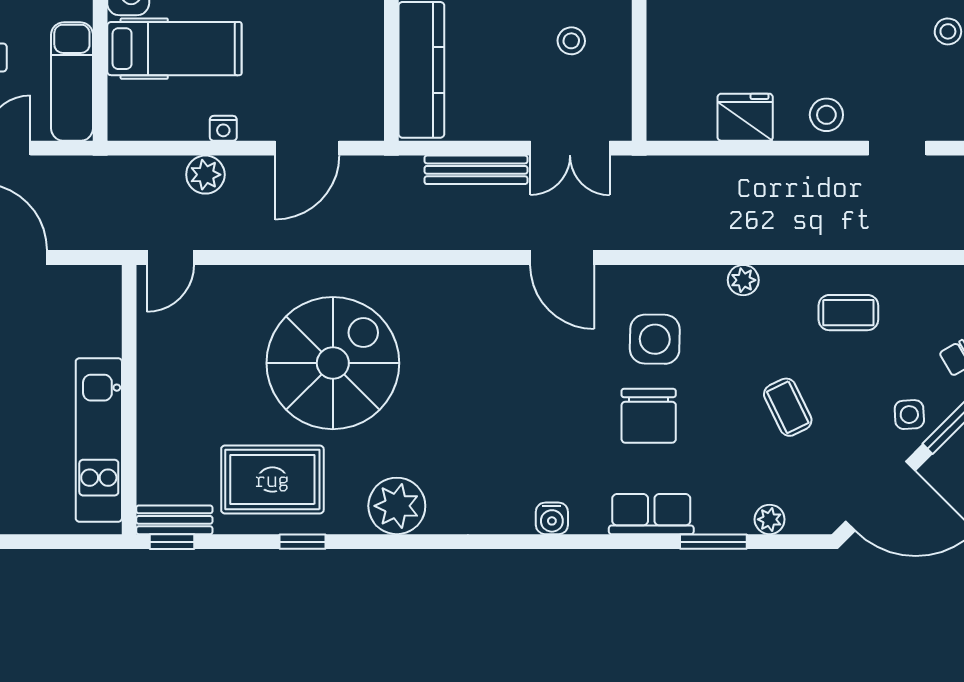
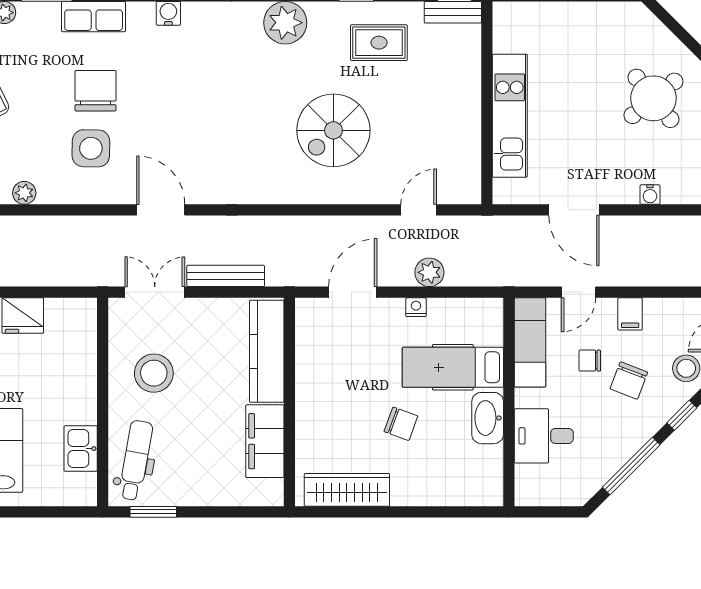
stool: (571, 41) -> (154, 373), width x1.89, depth x1.89
door: (170, 257) -> (419, 210), moved
spiral stairs: (333, 363) -> (333, 130), width x0.73, depth x0.73
kitchen unit: (99, 440) -> (510, 116), moved
rug: (272, 480) -> (379, 43), width x0.73, depth x0.70

